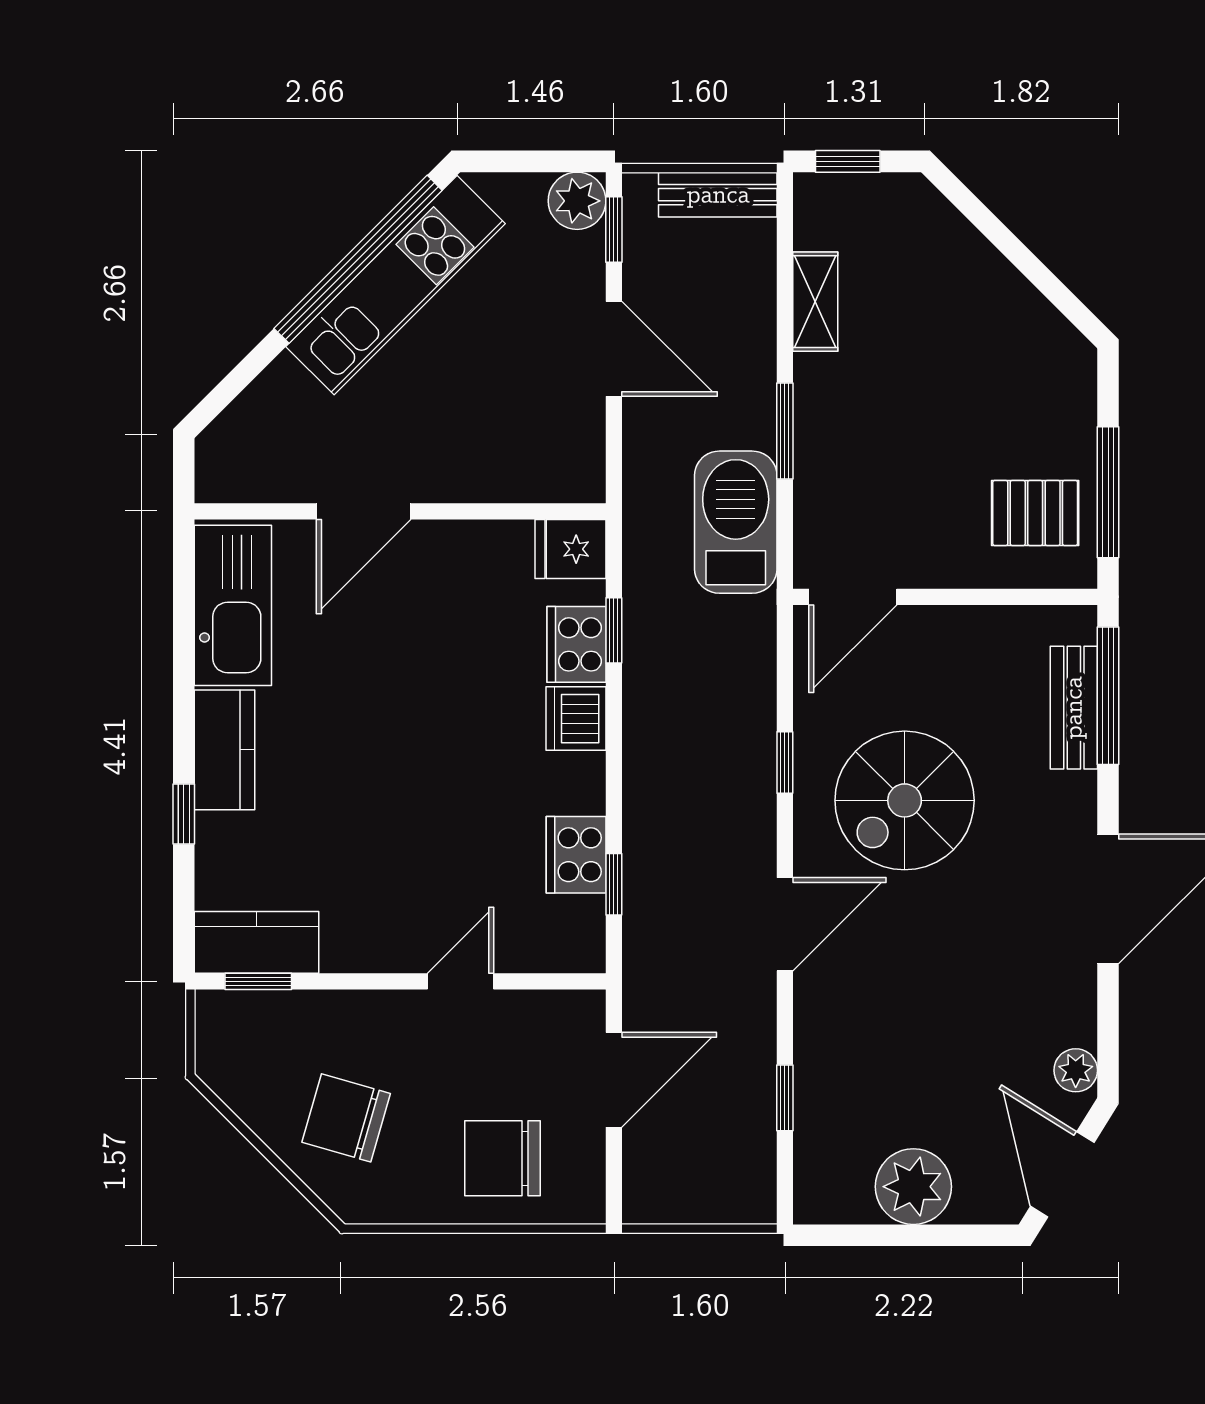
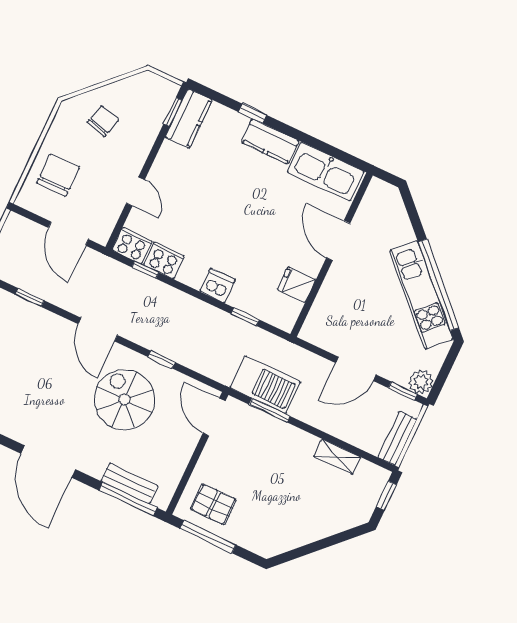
window: (785, 431) -> (270, 410), moved
pallet: (1035, 513) -> (213, 504), turned 90
fridge: (570, 549) -> (297, 285), moved, turned -90
cooker: (576, 644) -> (132, 246), moved
chair: (346, 1118) -> (103, 121), width x0.73, depth x0.73

